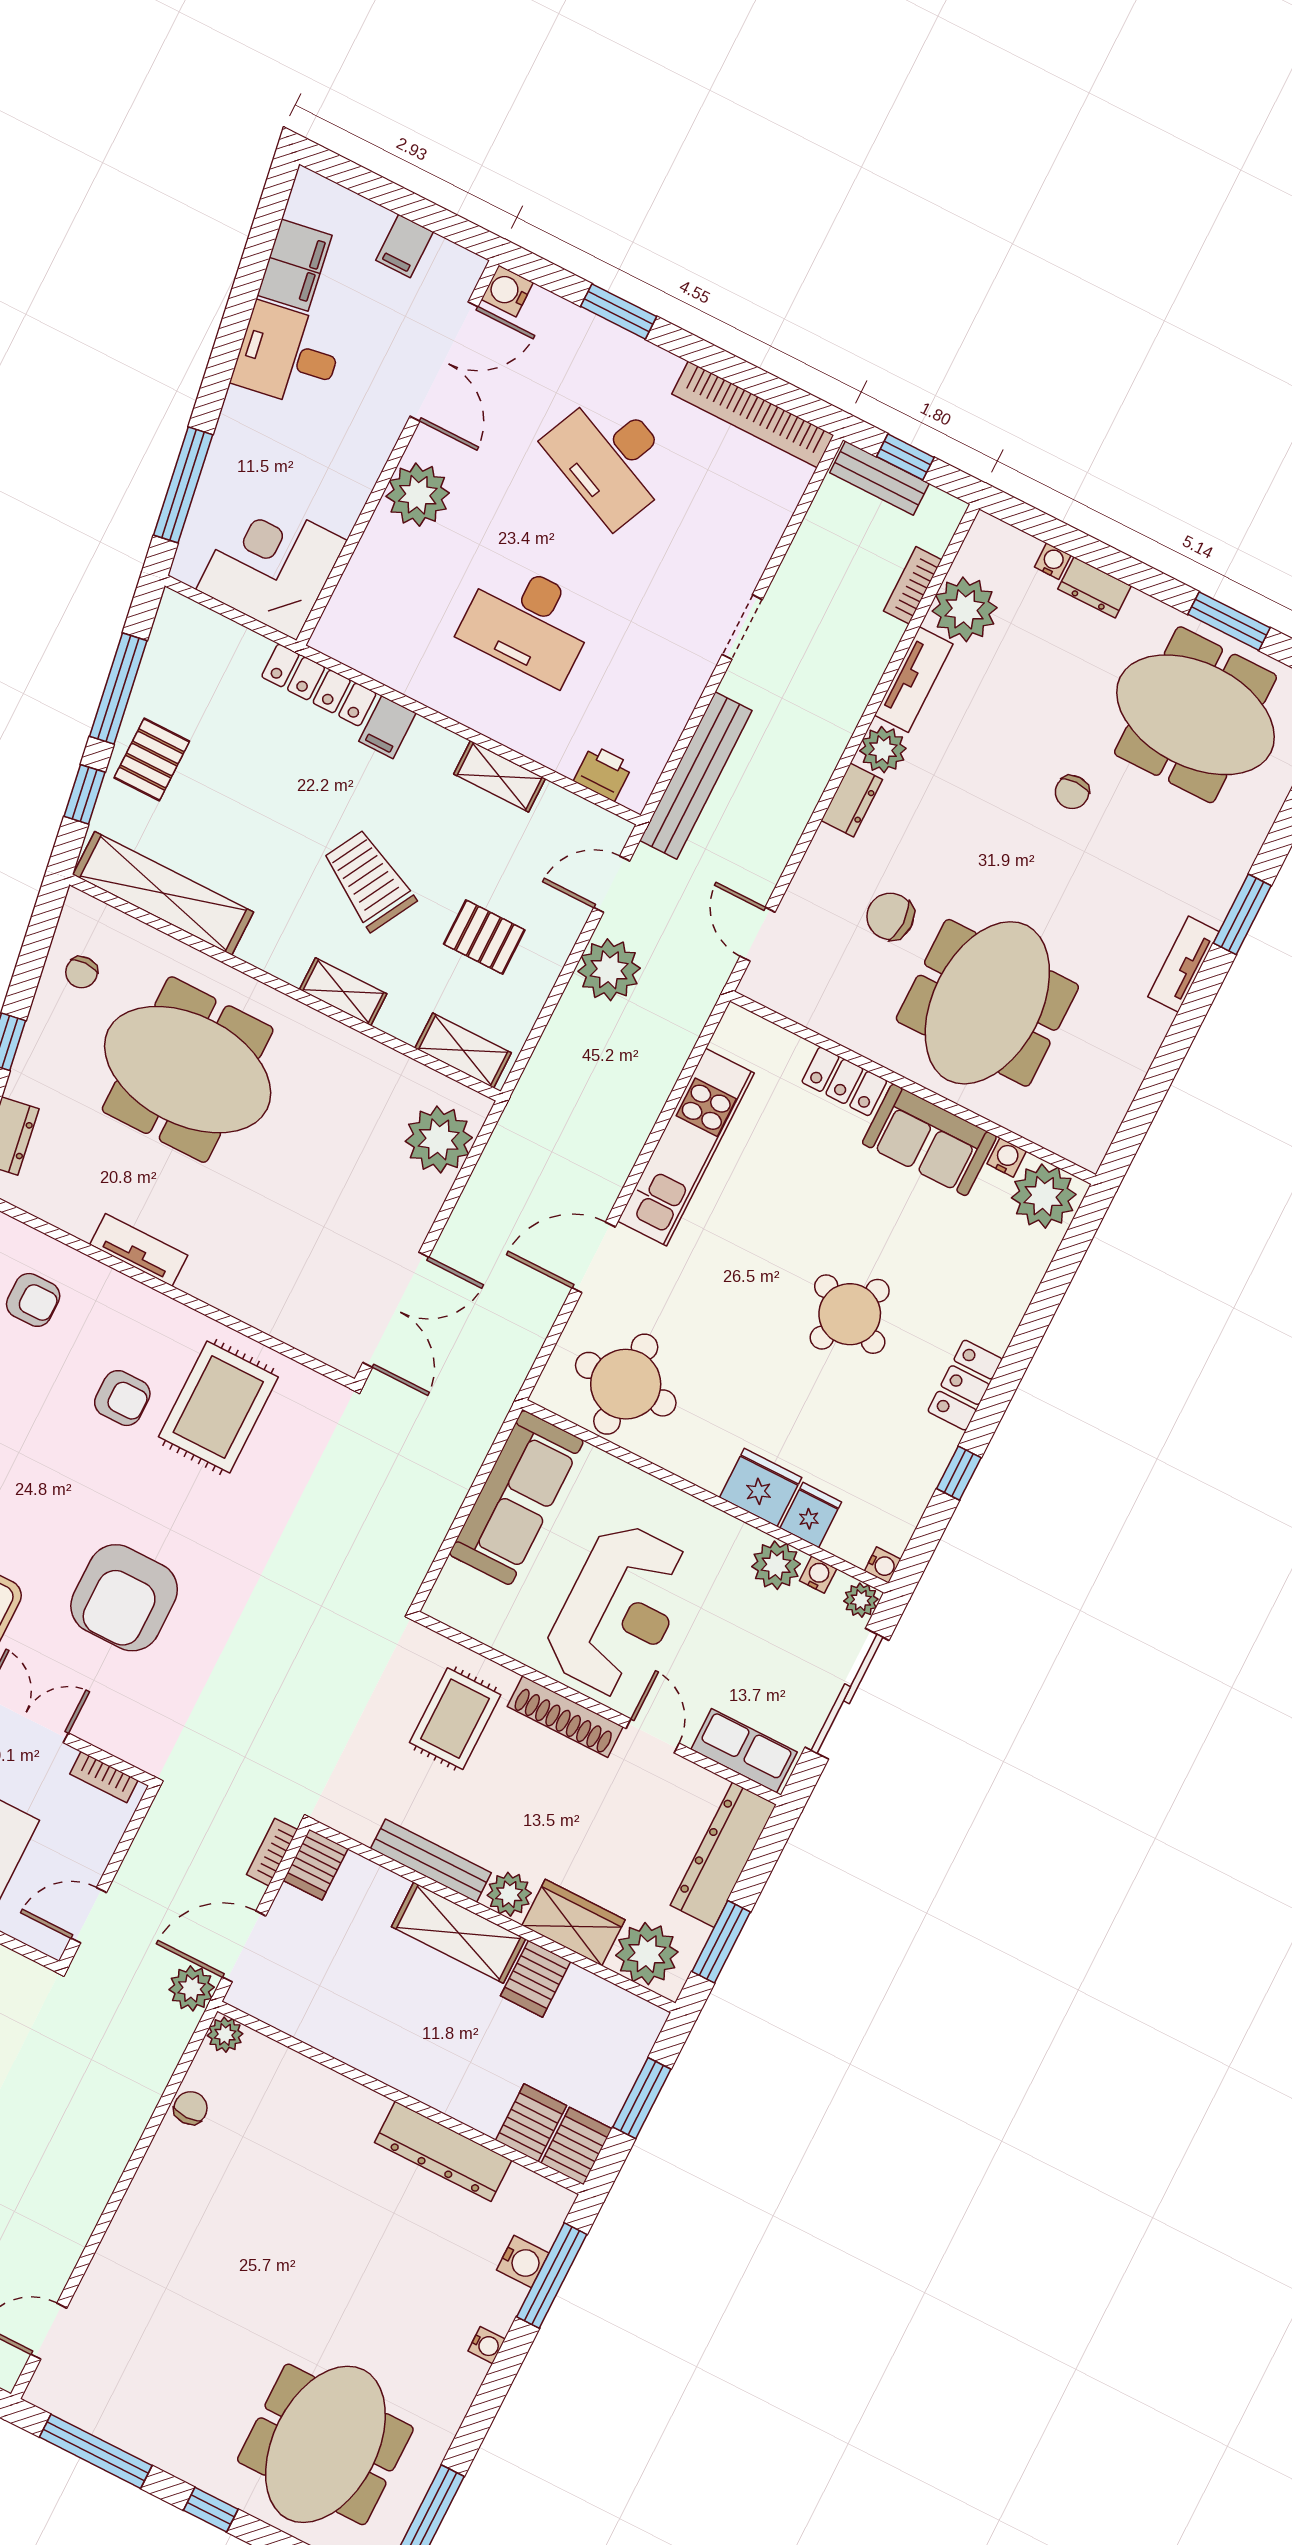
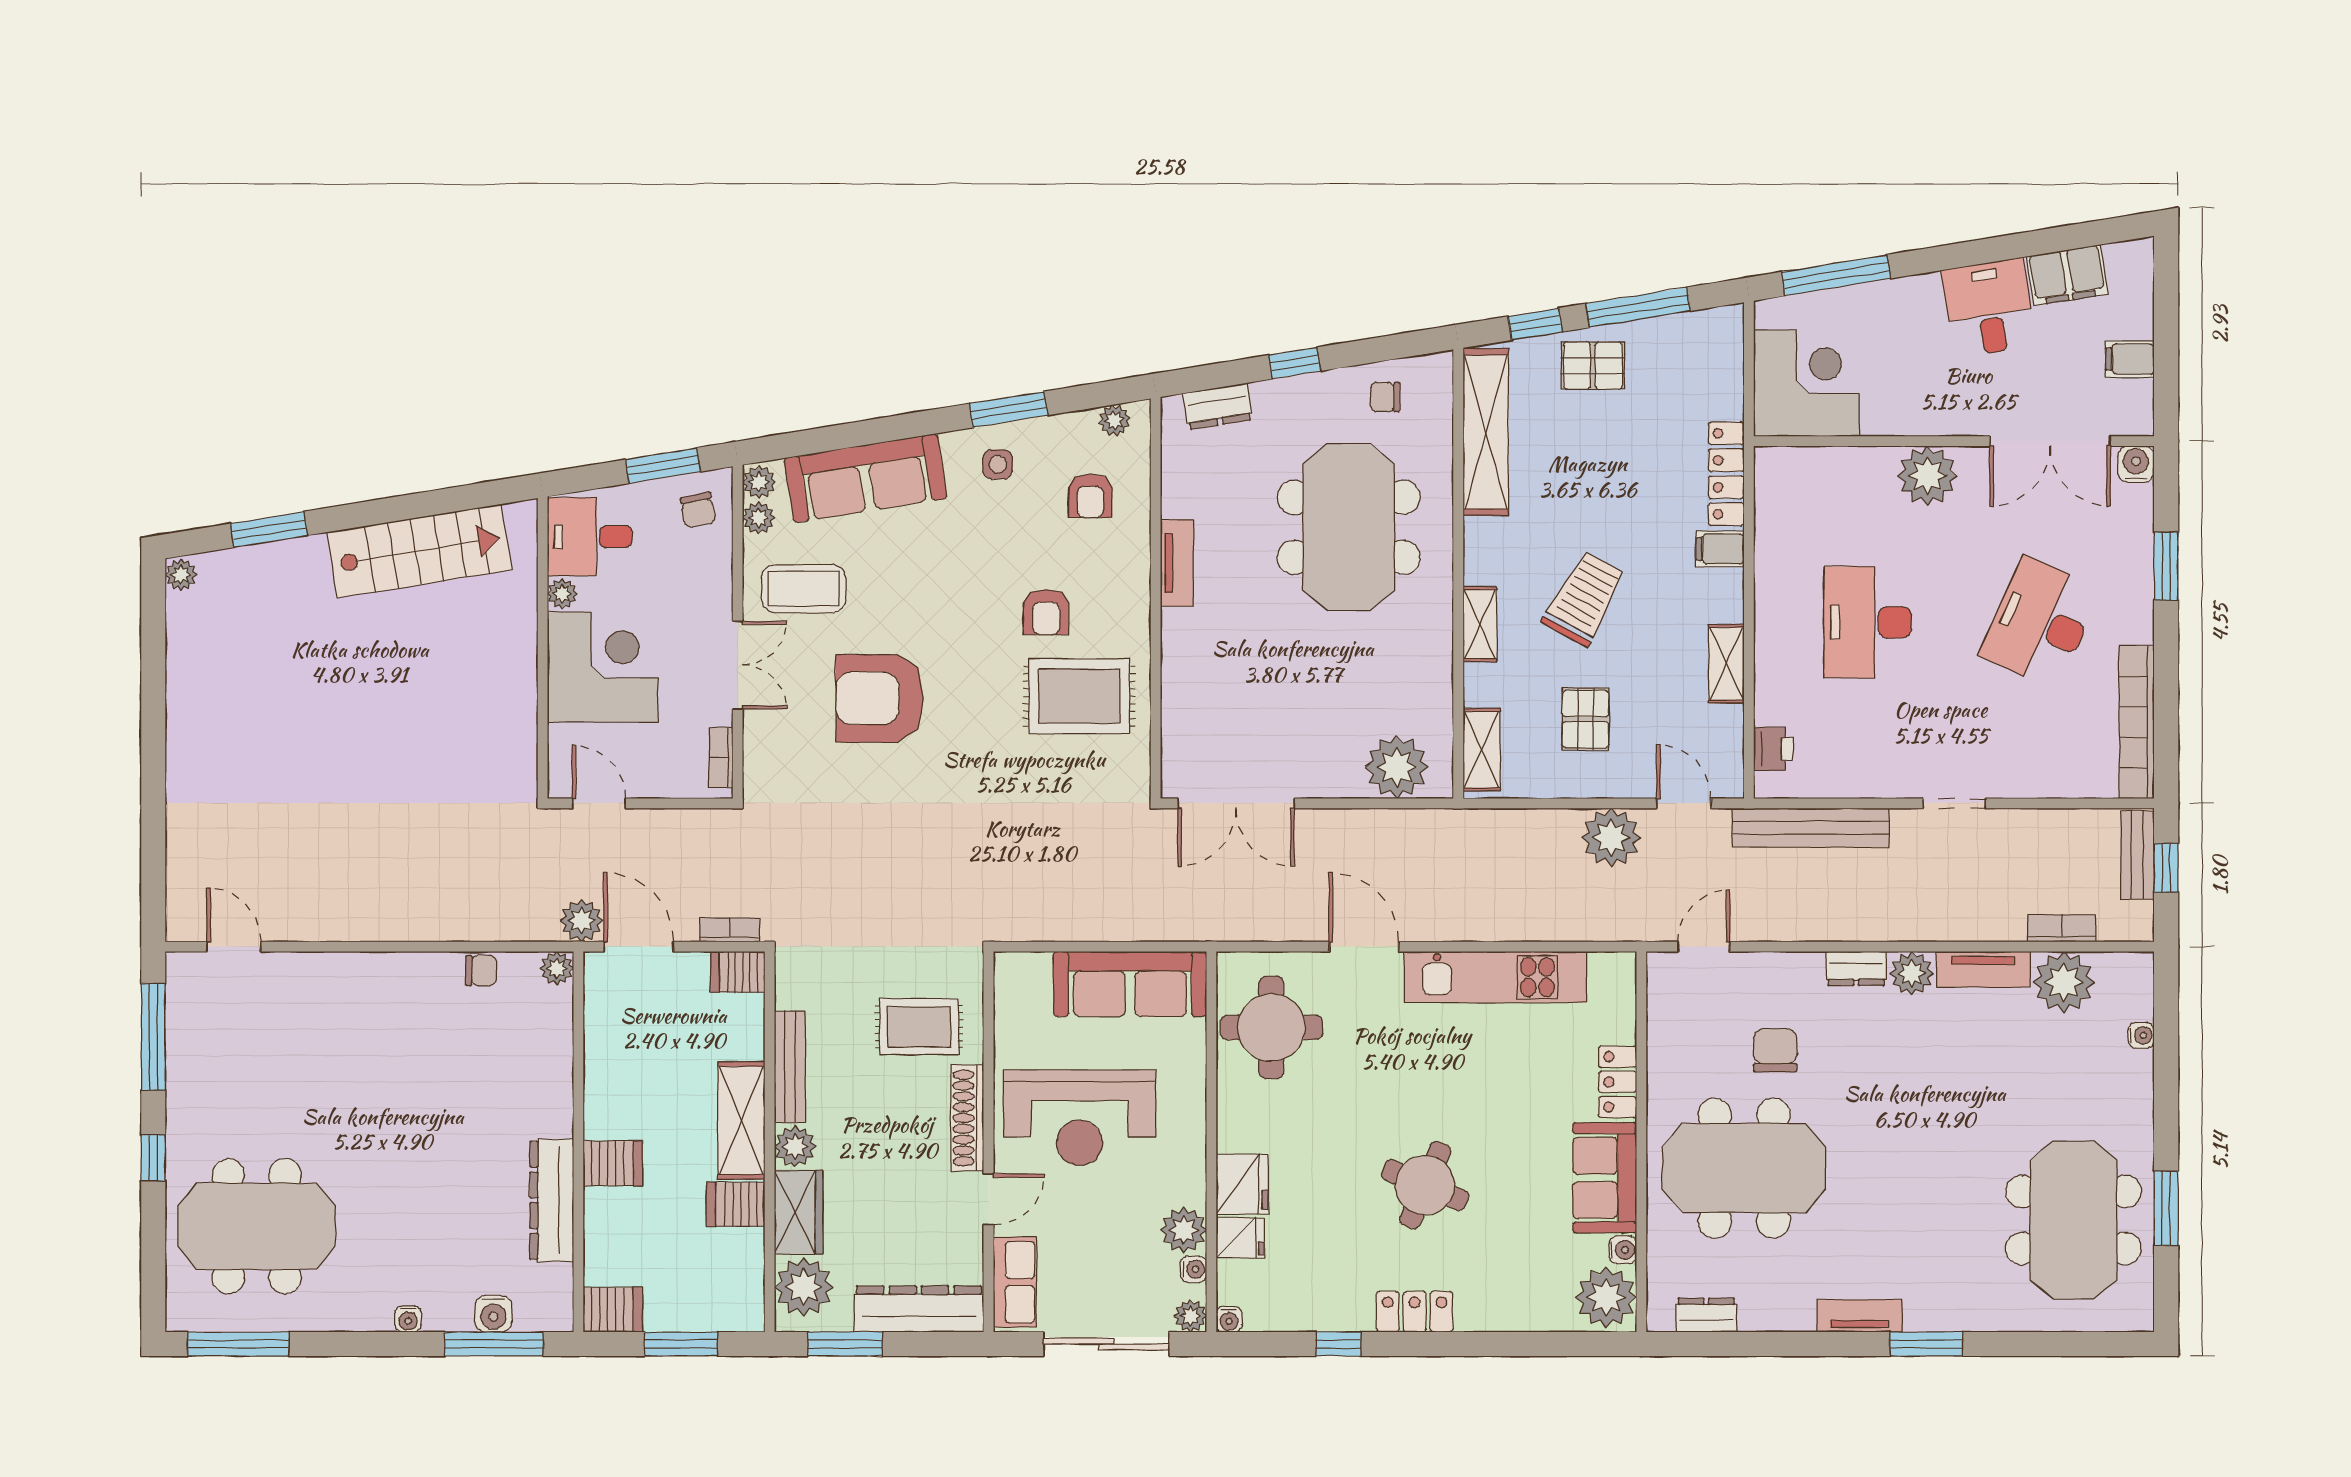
dresser: (1095, 587) -> (1706, 1315), moved, turned 90
chair: (1072, 792) -> (1956, 1150), removed
server rack: (531, 2123) -> (613, 1163), moved

